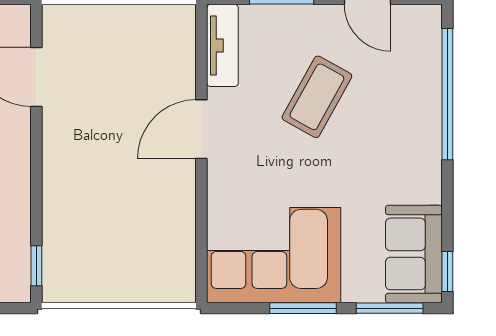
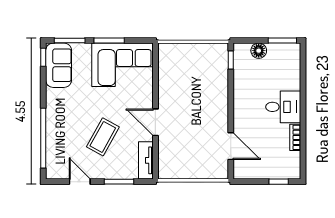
door: (201, 129) -> (155, 122), swing flipped

